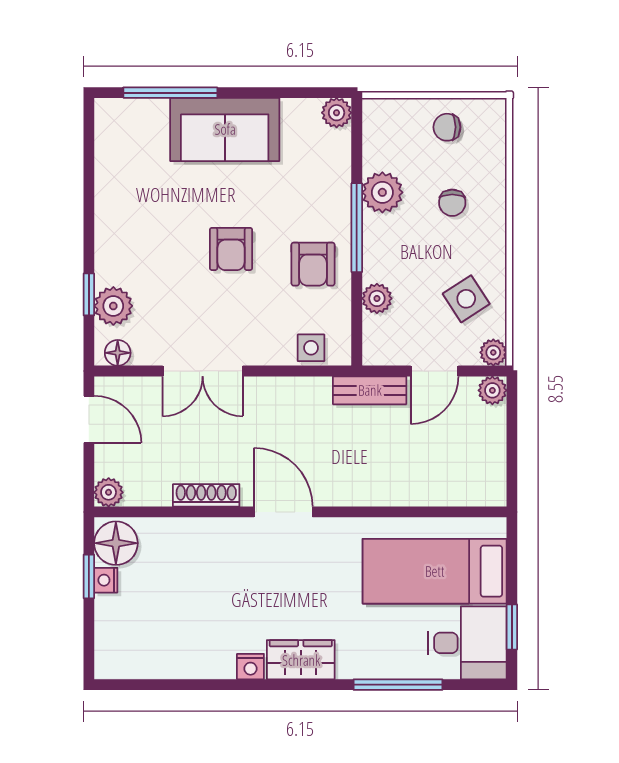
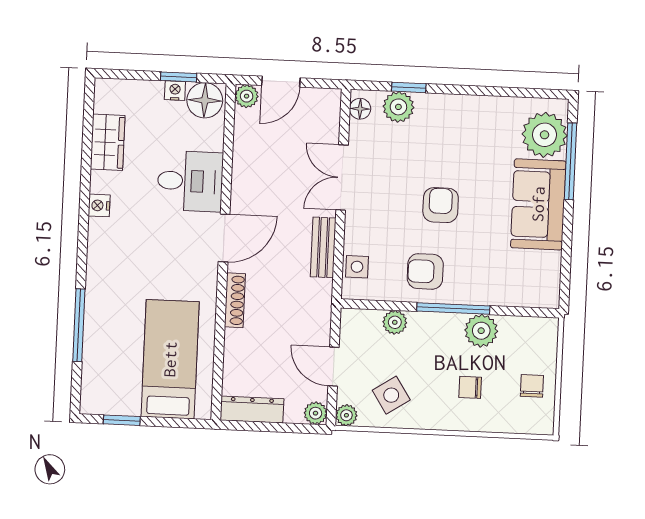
plant: (337, 113) -> (545, 135), moved, width x1.87, depth x1.87
armchair: (231, 249) -> (441, 205), turned 90
bench: (370, 390) -> (323, 247), moved
door: (89, 419) -> (281, 82), moved
dresser: (492, 468) -> (252, 410), added
shoe rack: (206, 495) -> (235, 300), moved
desk: (467, 643) -> (190, 181), moved, turned -90
wardrobe: (301, 660) -> (108, 142), moved

